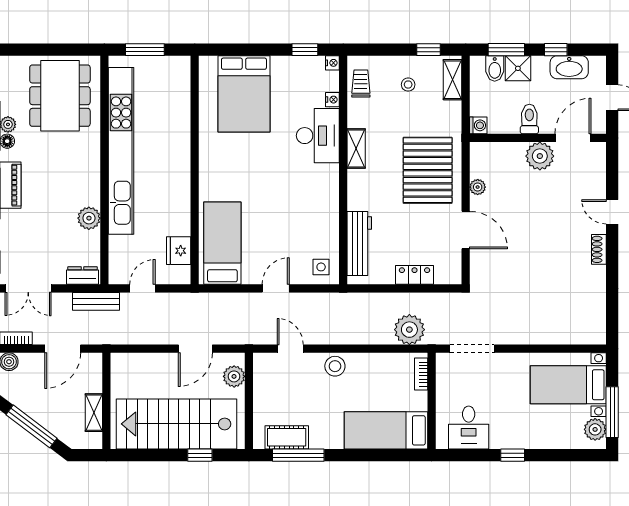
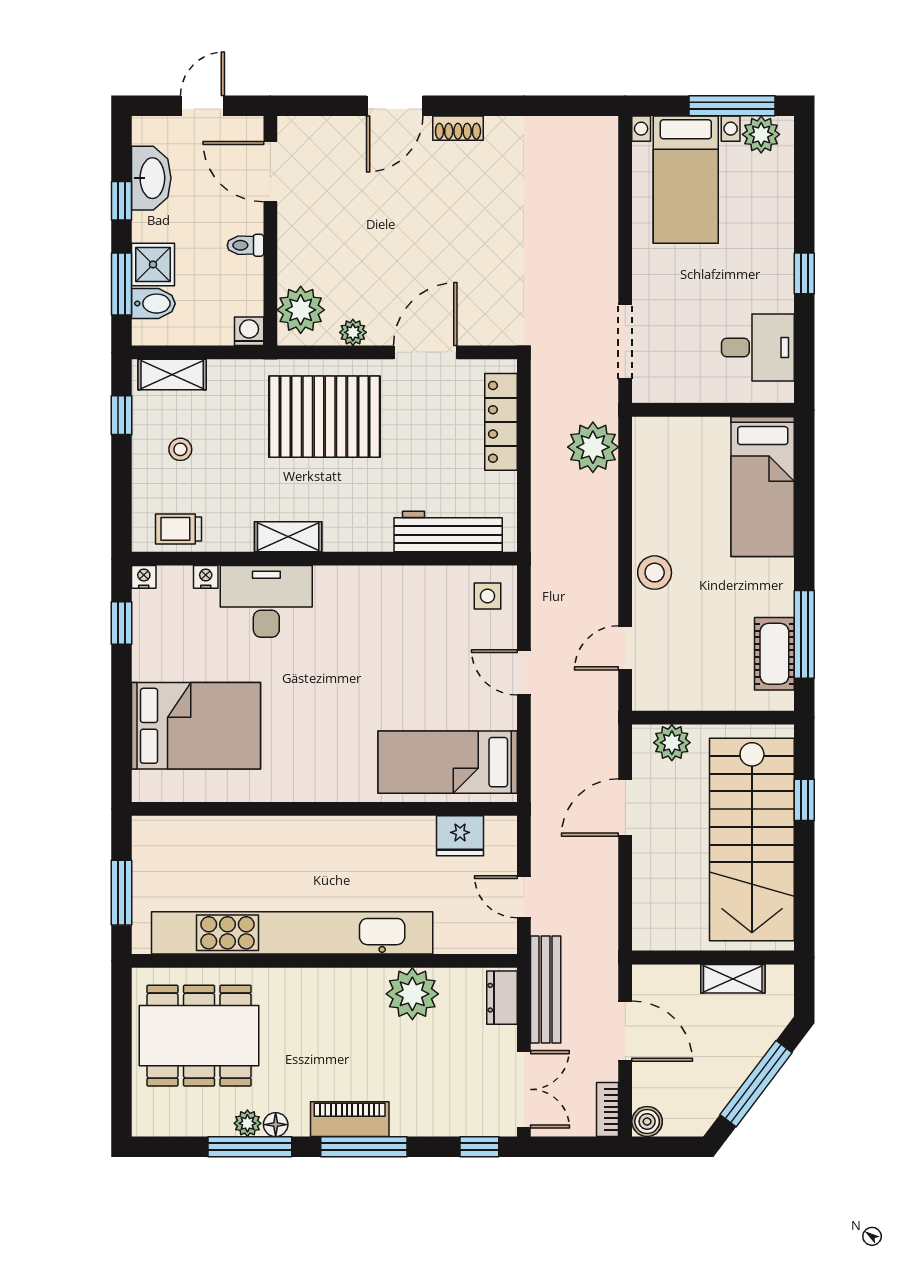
toilet: (529, 119) -> (245, 245), width x0.73, depth x0.72
plant: (540, 156) -> (301, 310), moved
door: (612, 212) -> (395, 106), width x1.38
plant: (89, 218) -> (412, 994), width x1.36, depth x1.36
locker: (415, 275) -> (501, 422), width x1.53
bench: (96, 301) -> (546, 989), width x1.36
door: (195, 349) -> (625, 808), swing flipped
bookcase: (421, 374) -> (668, 428), removed

